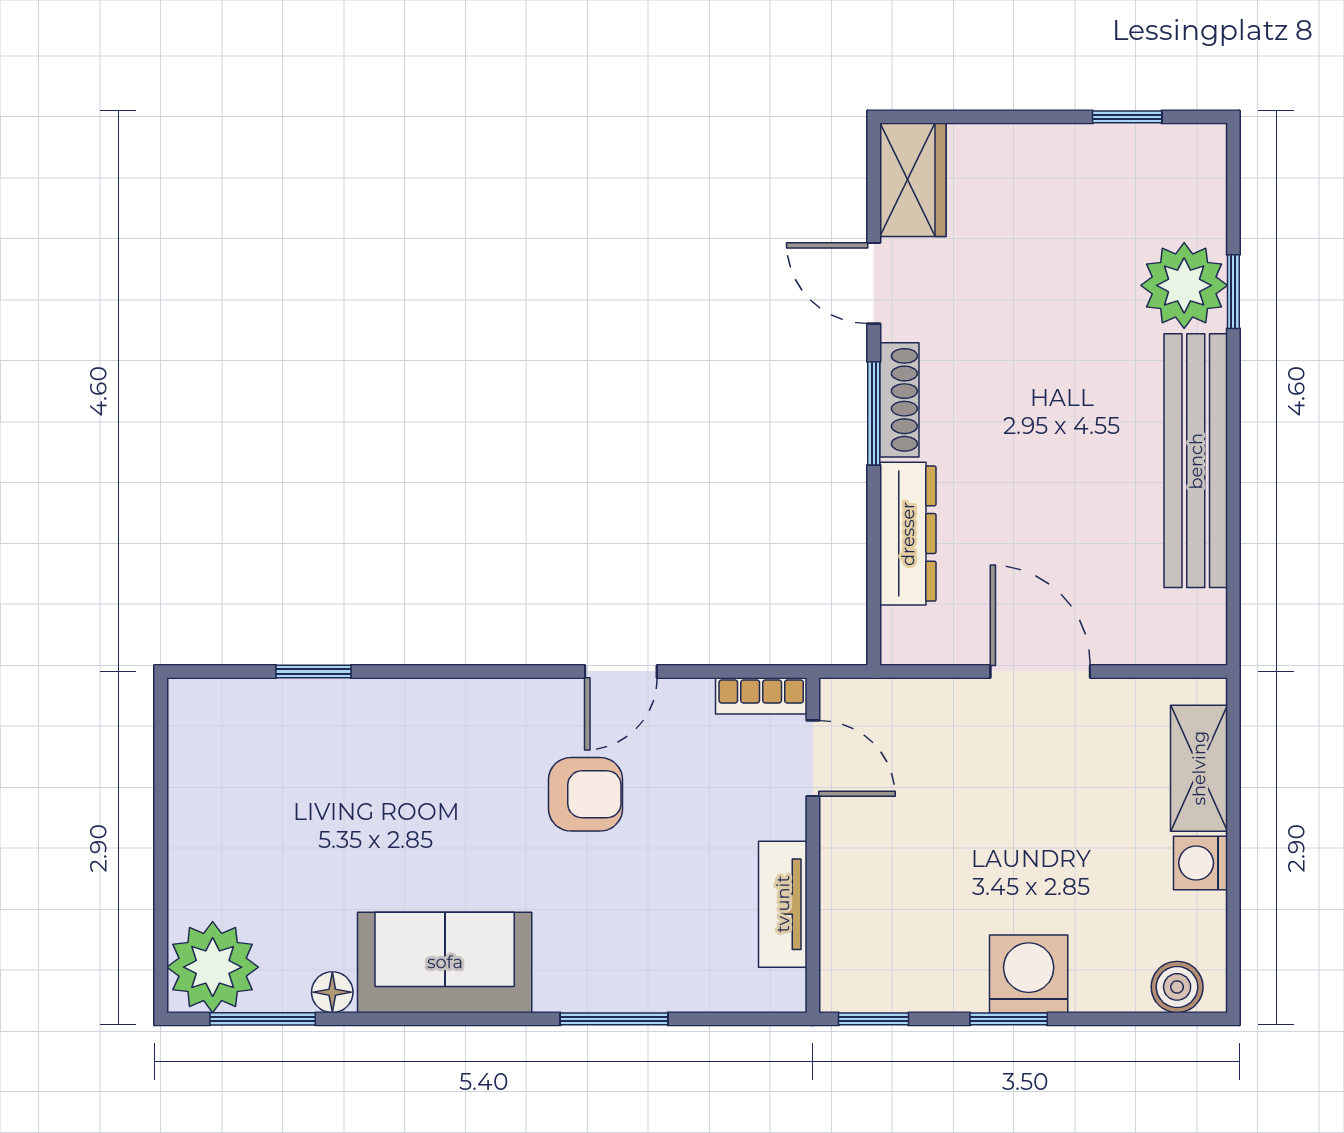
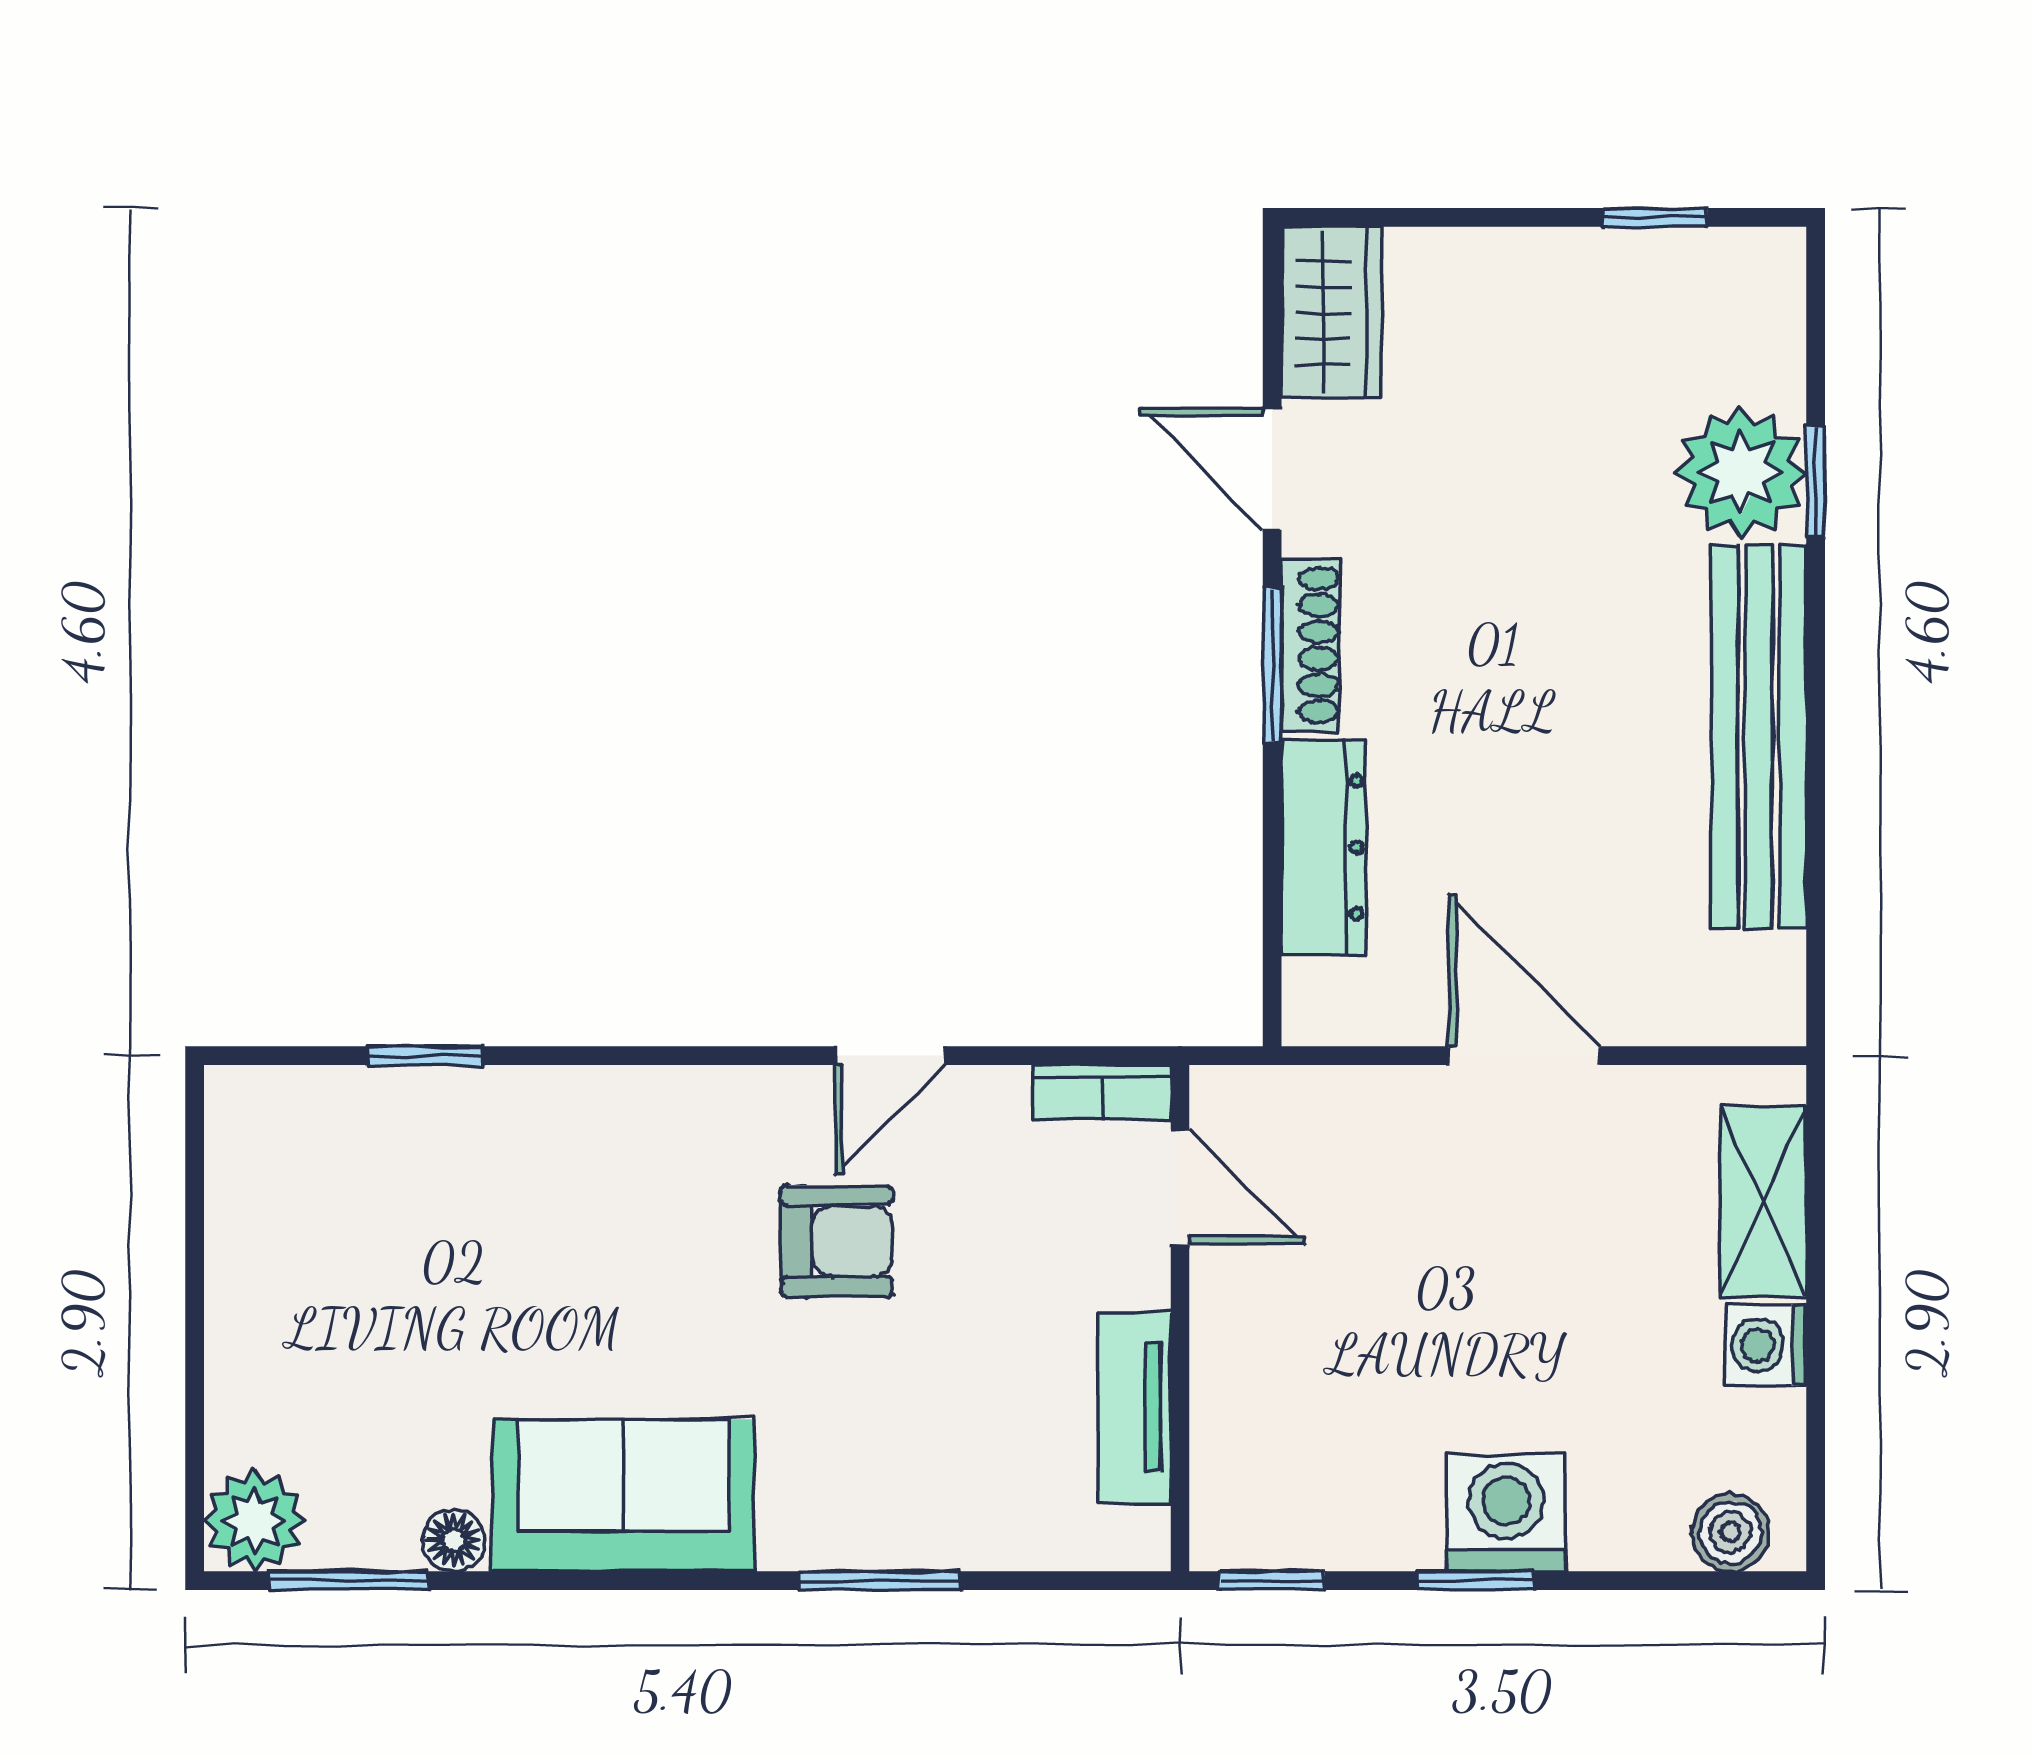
plant: (213, 967) -> (254, 1521), width x0.73, depth x0.73

